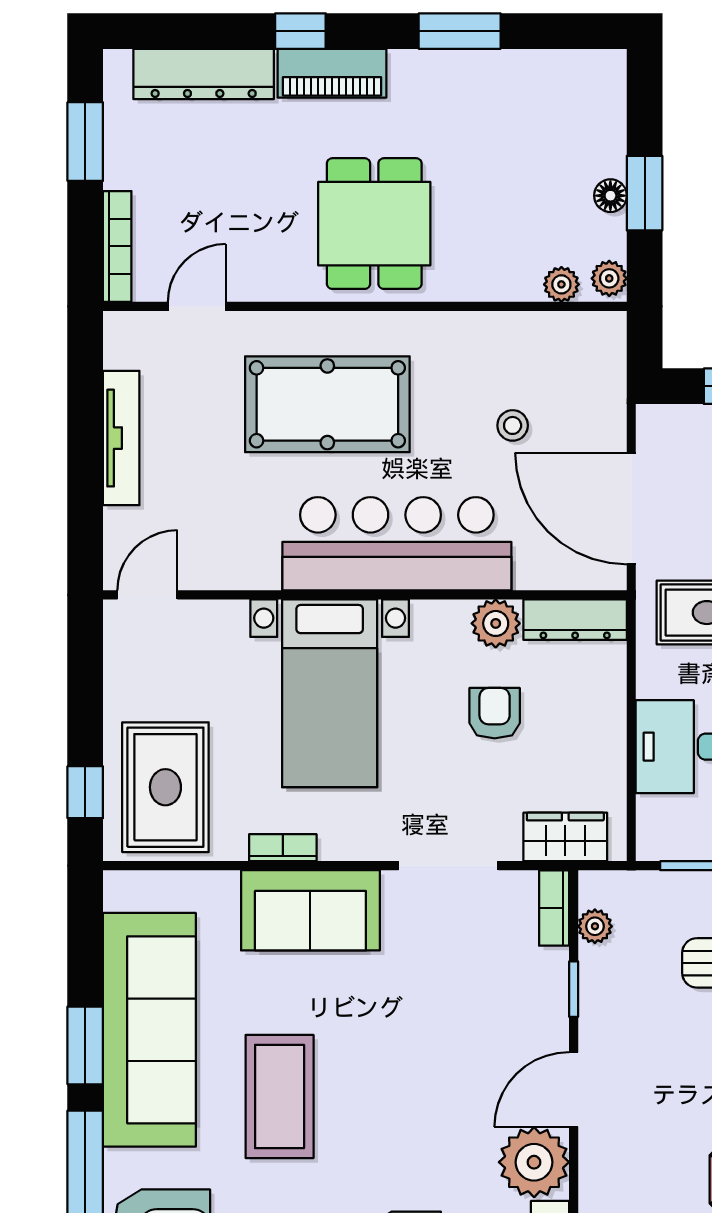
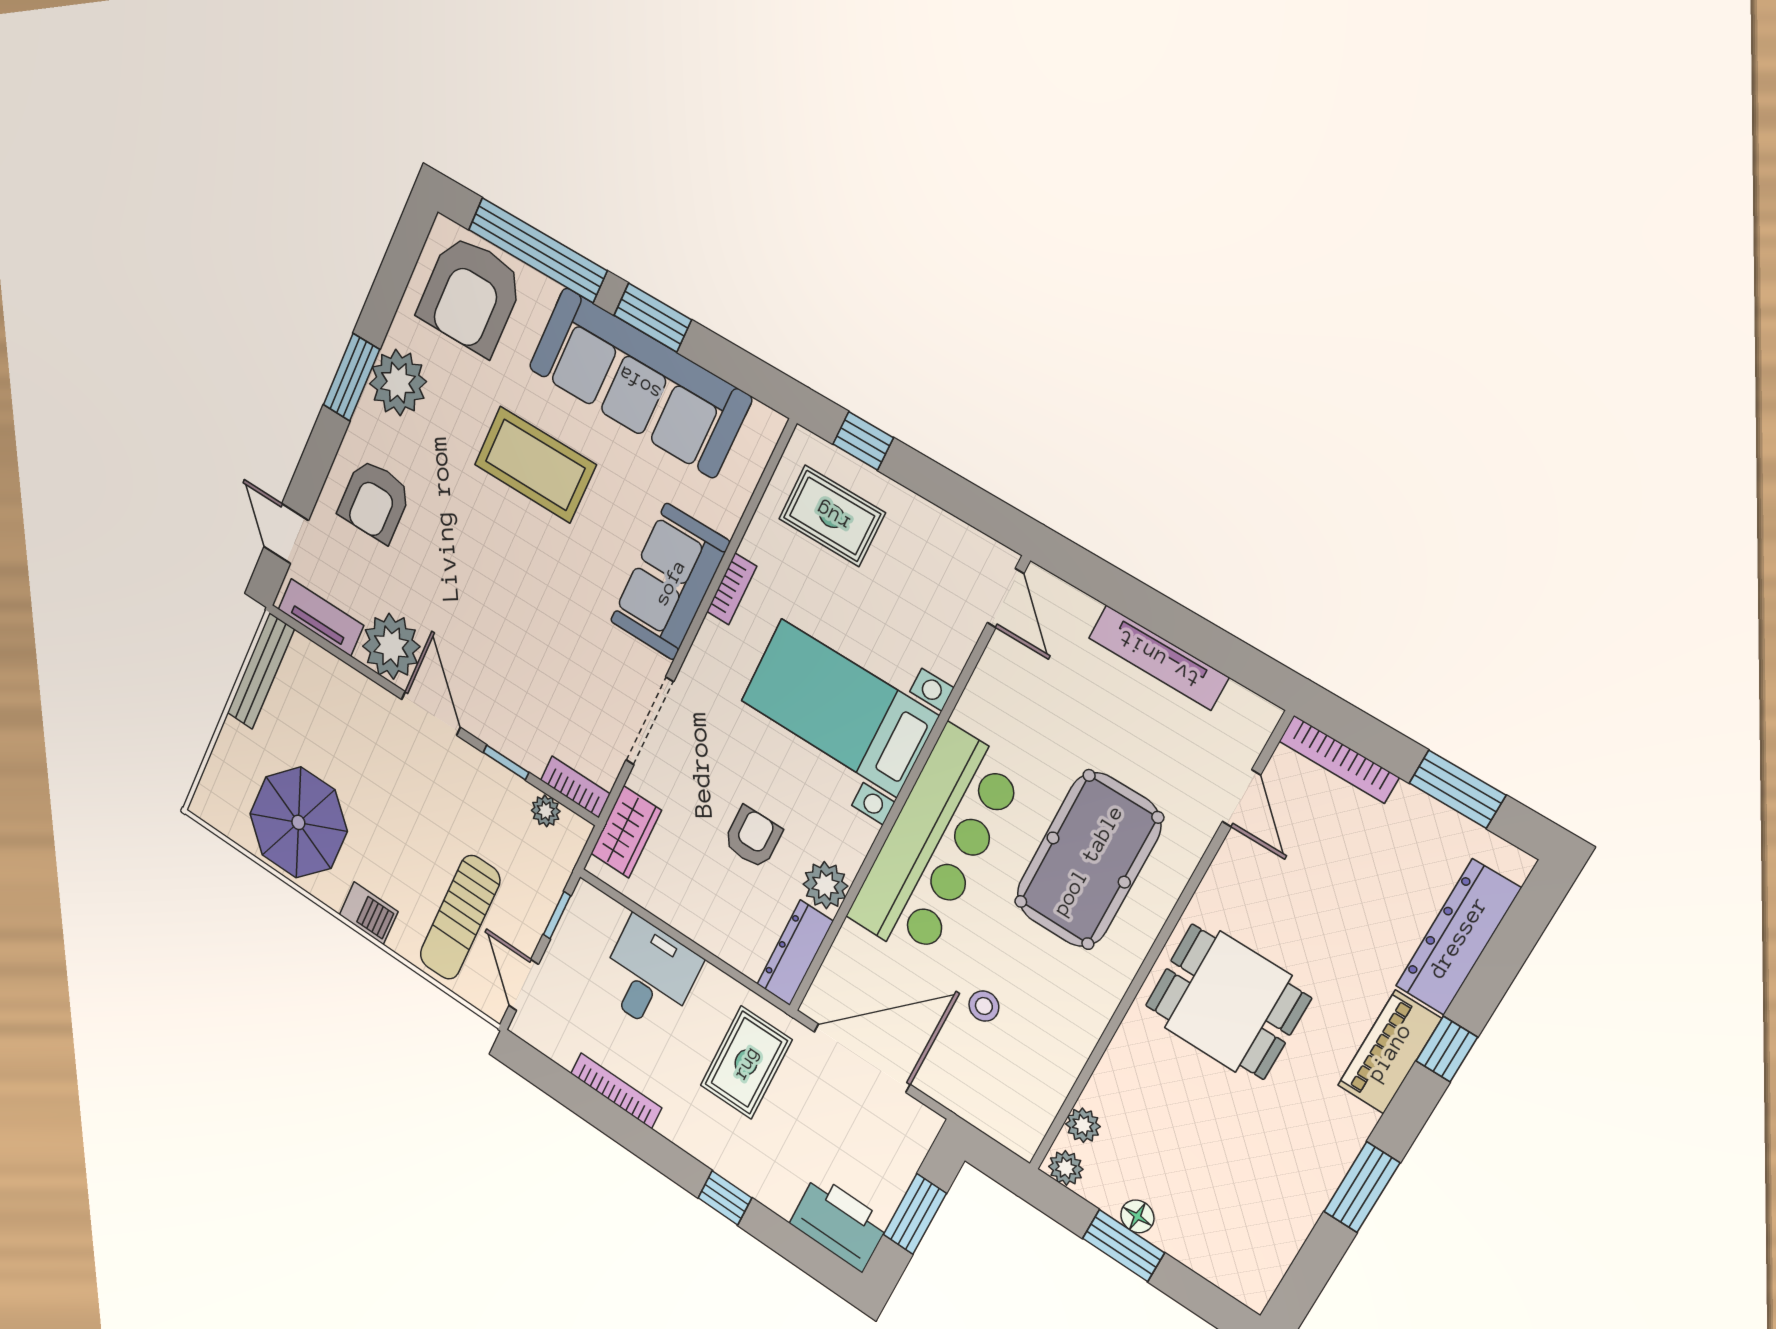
armchair: (495, 713) -> (753, 837), turned -90
rug: (165, 787) -> (832, 516), width x0.73, depth x0.70

